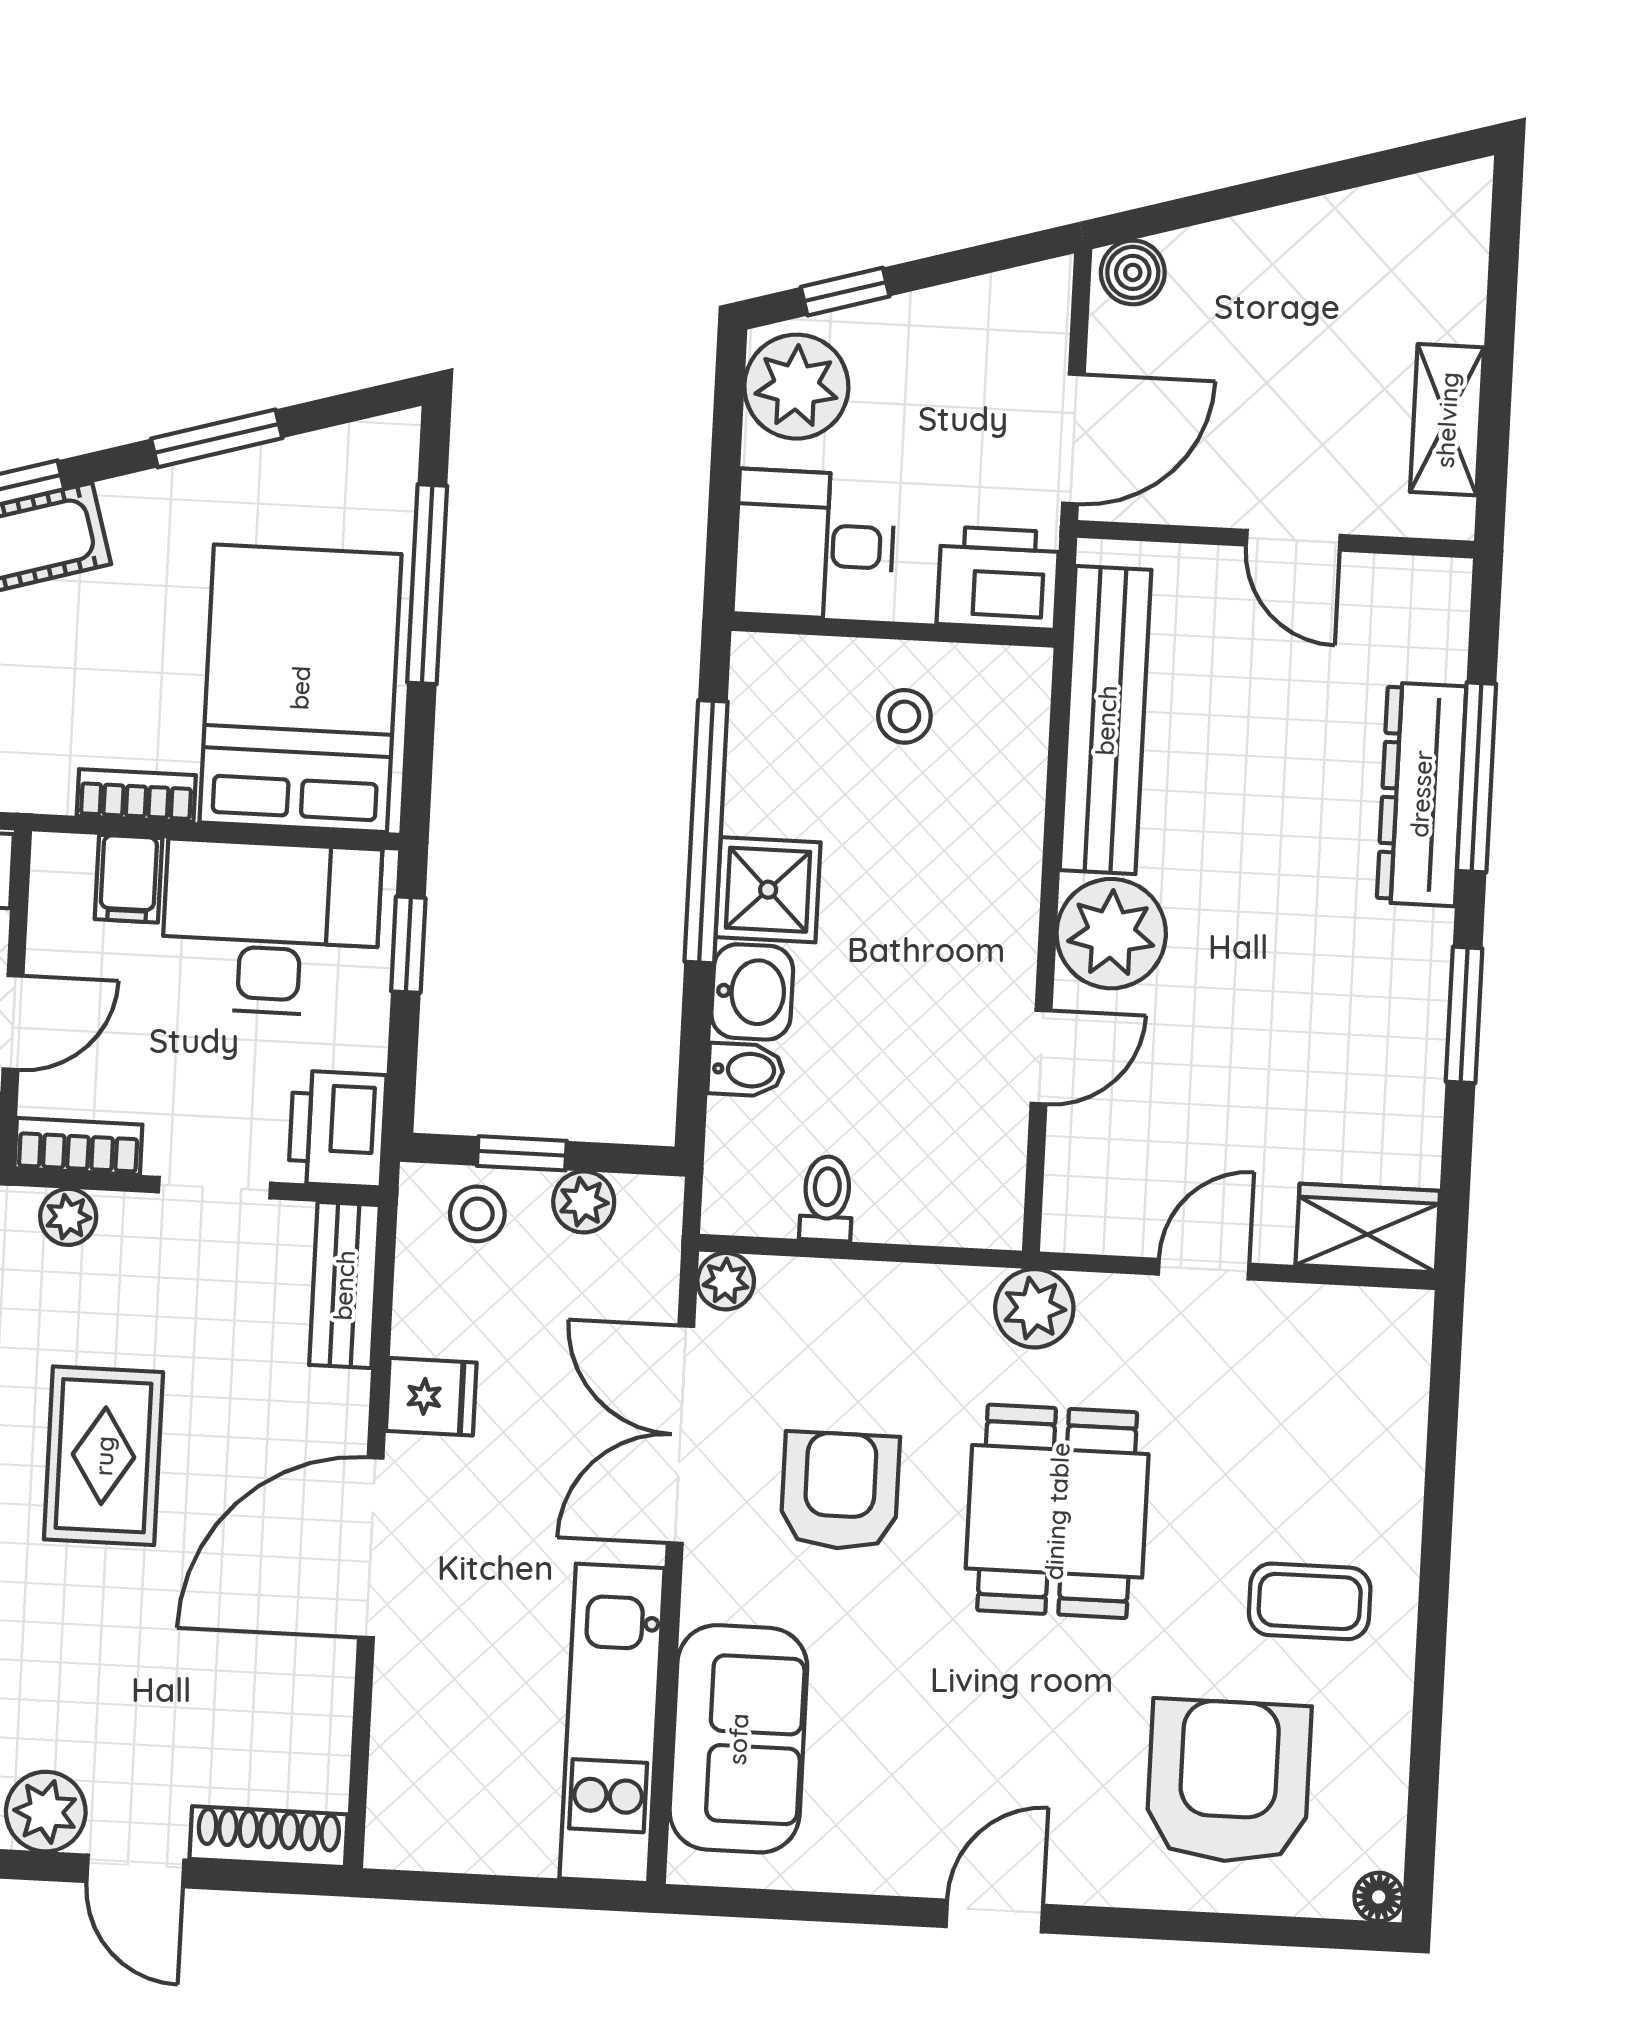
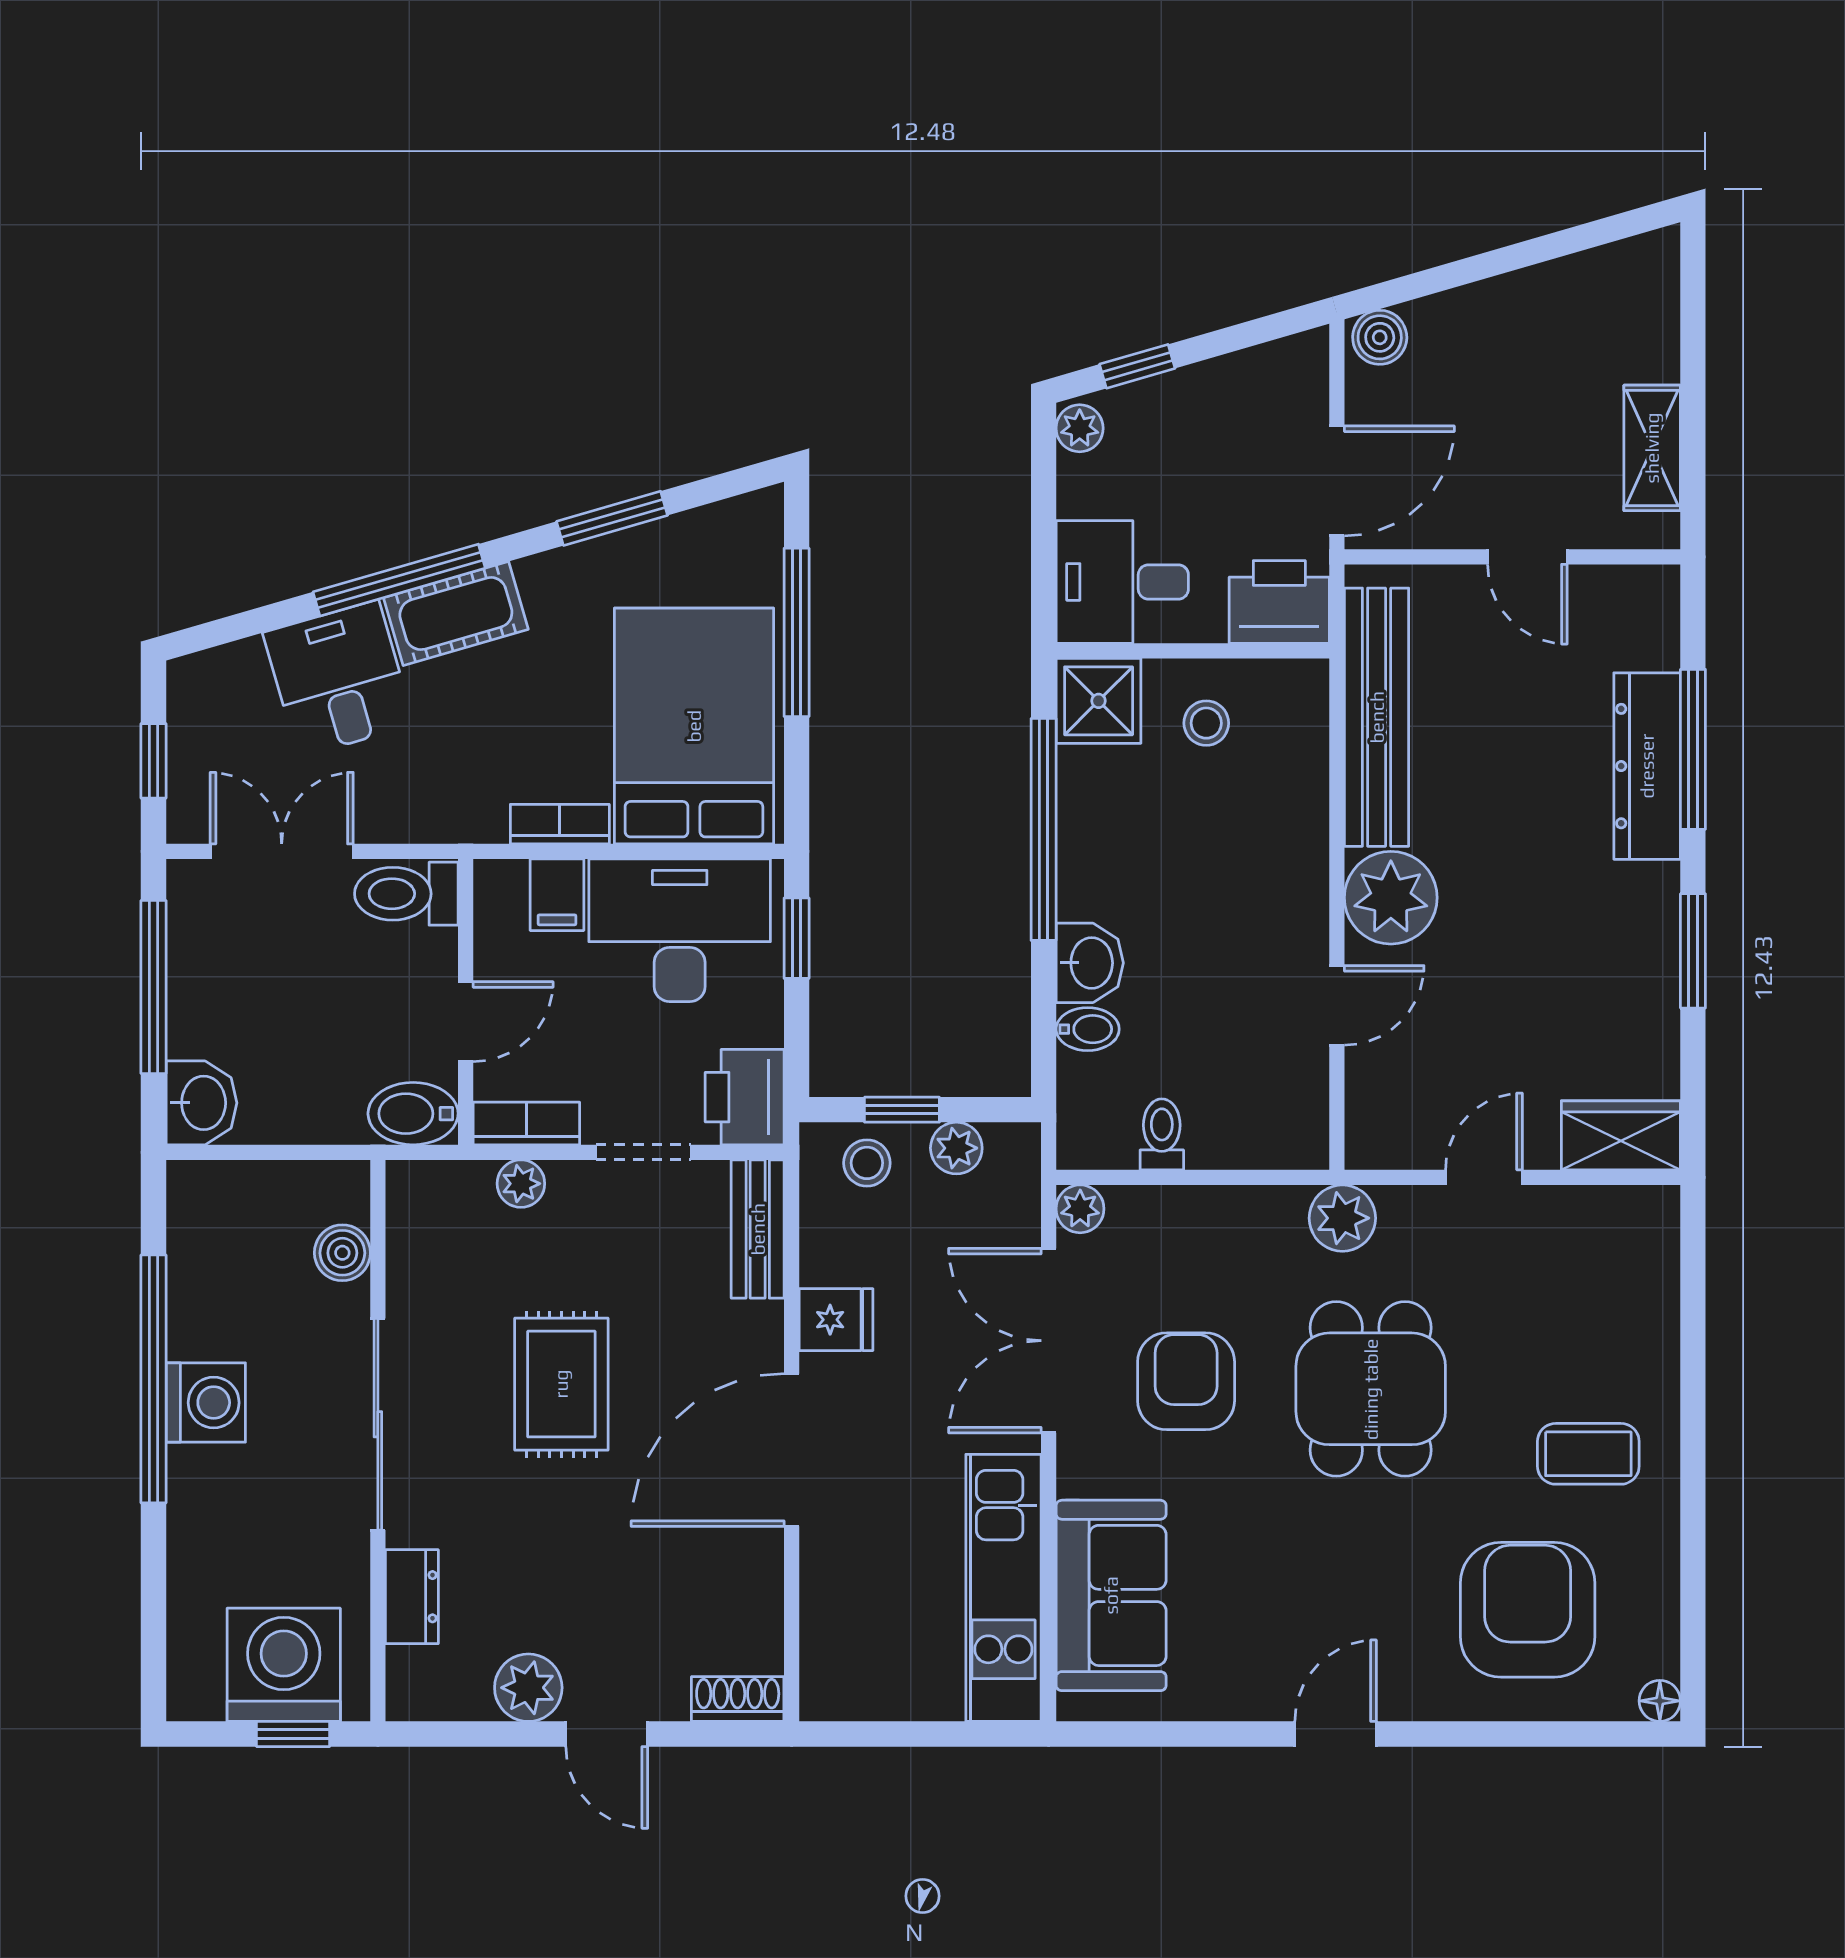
plant: (796, 387) -> (1080, 428), width x0.53, depth x0.53
shower: (768, 890) -> (1099, 701), moved
shoe rack: (269, 1837) -> (738, 1699), width x0.70

